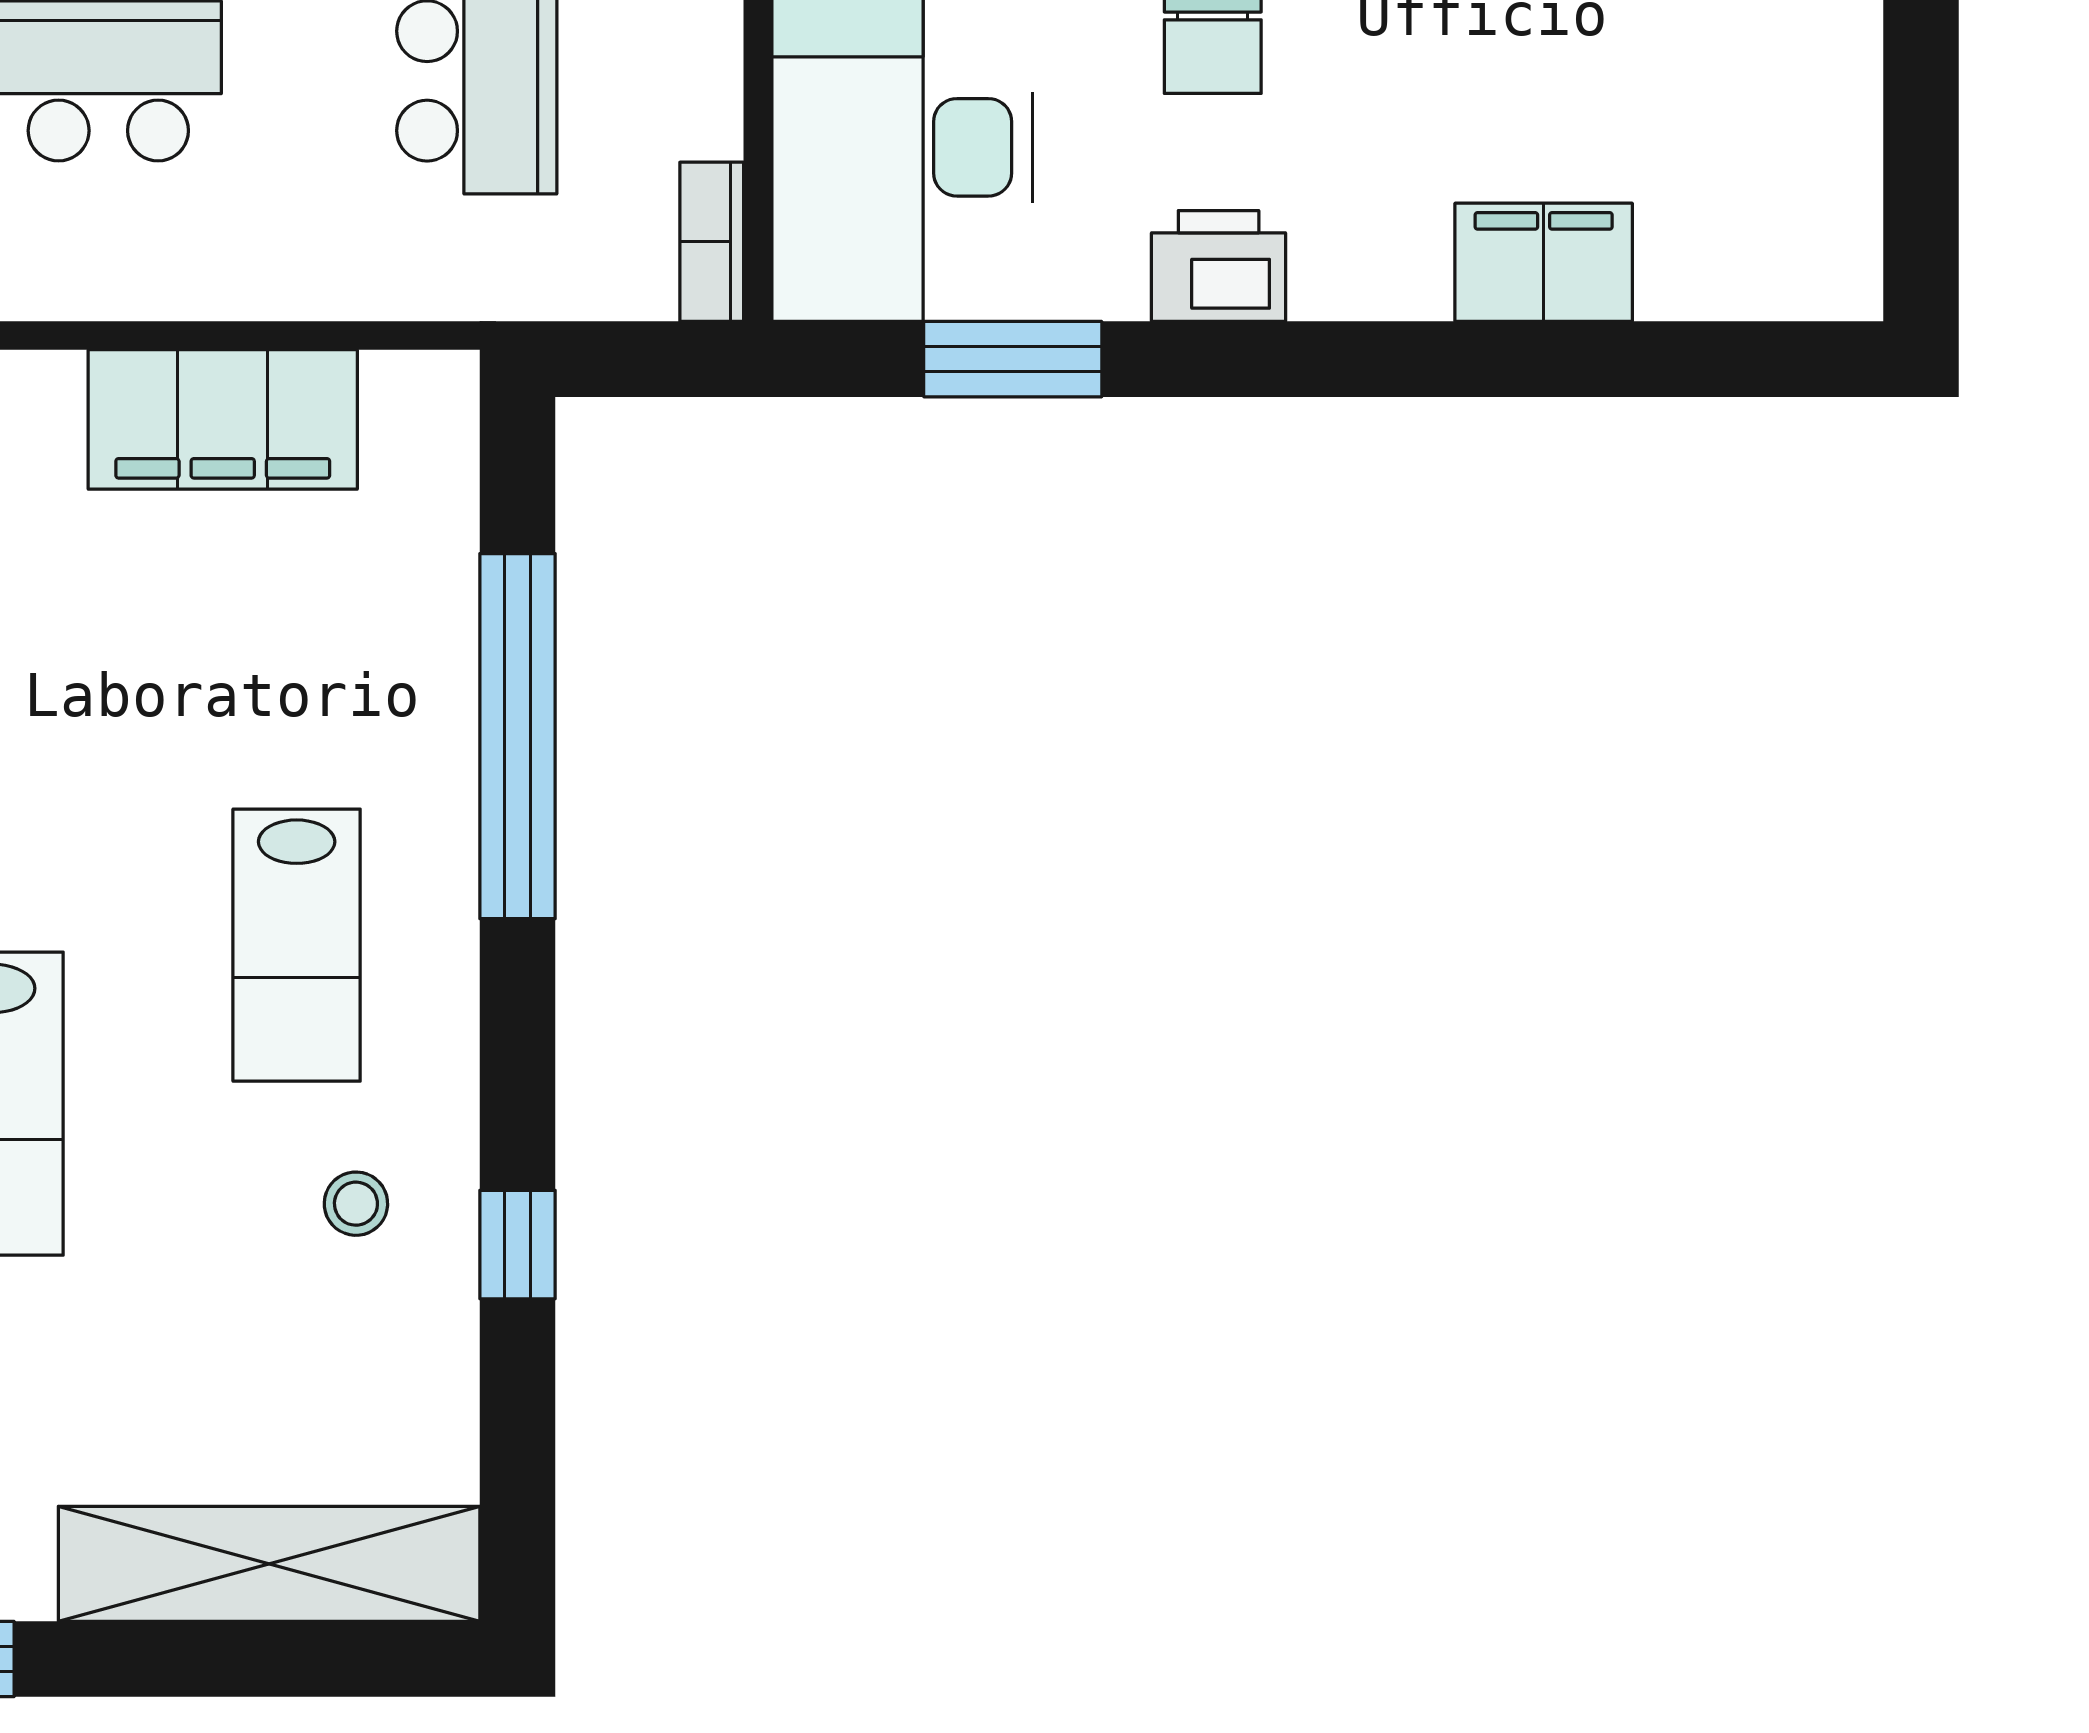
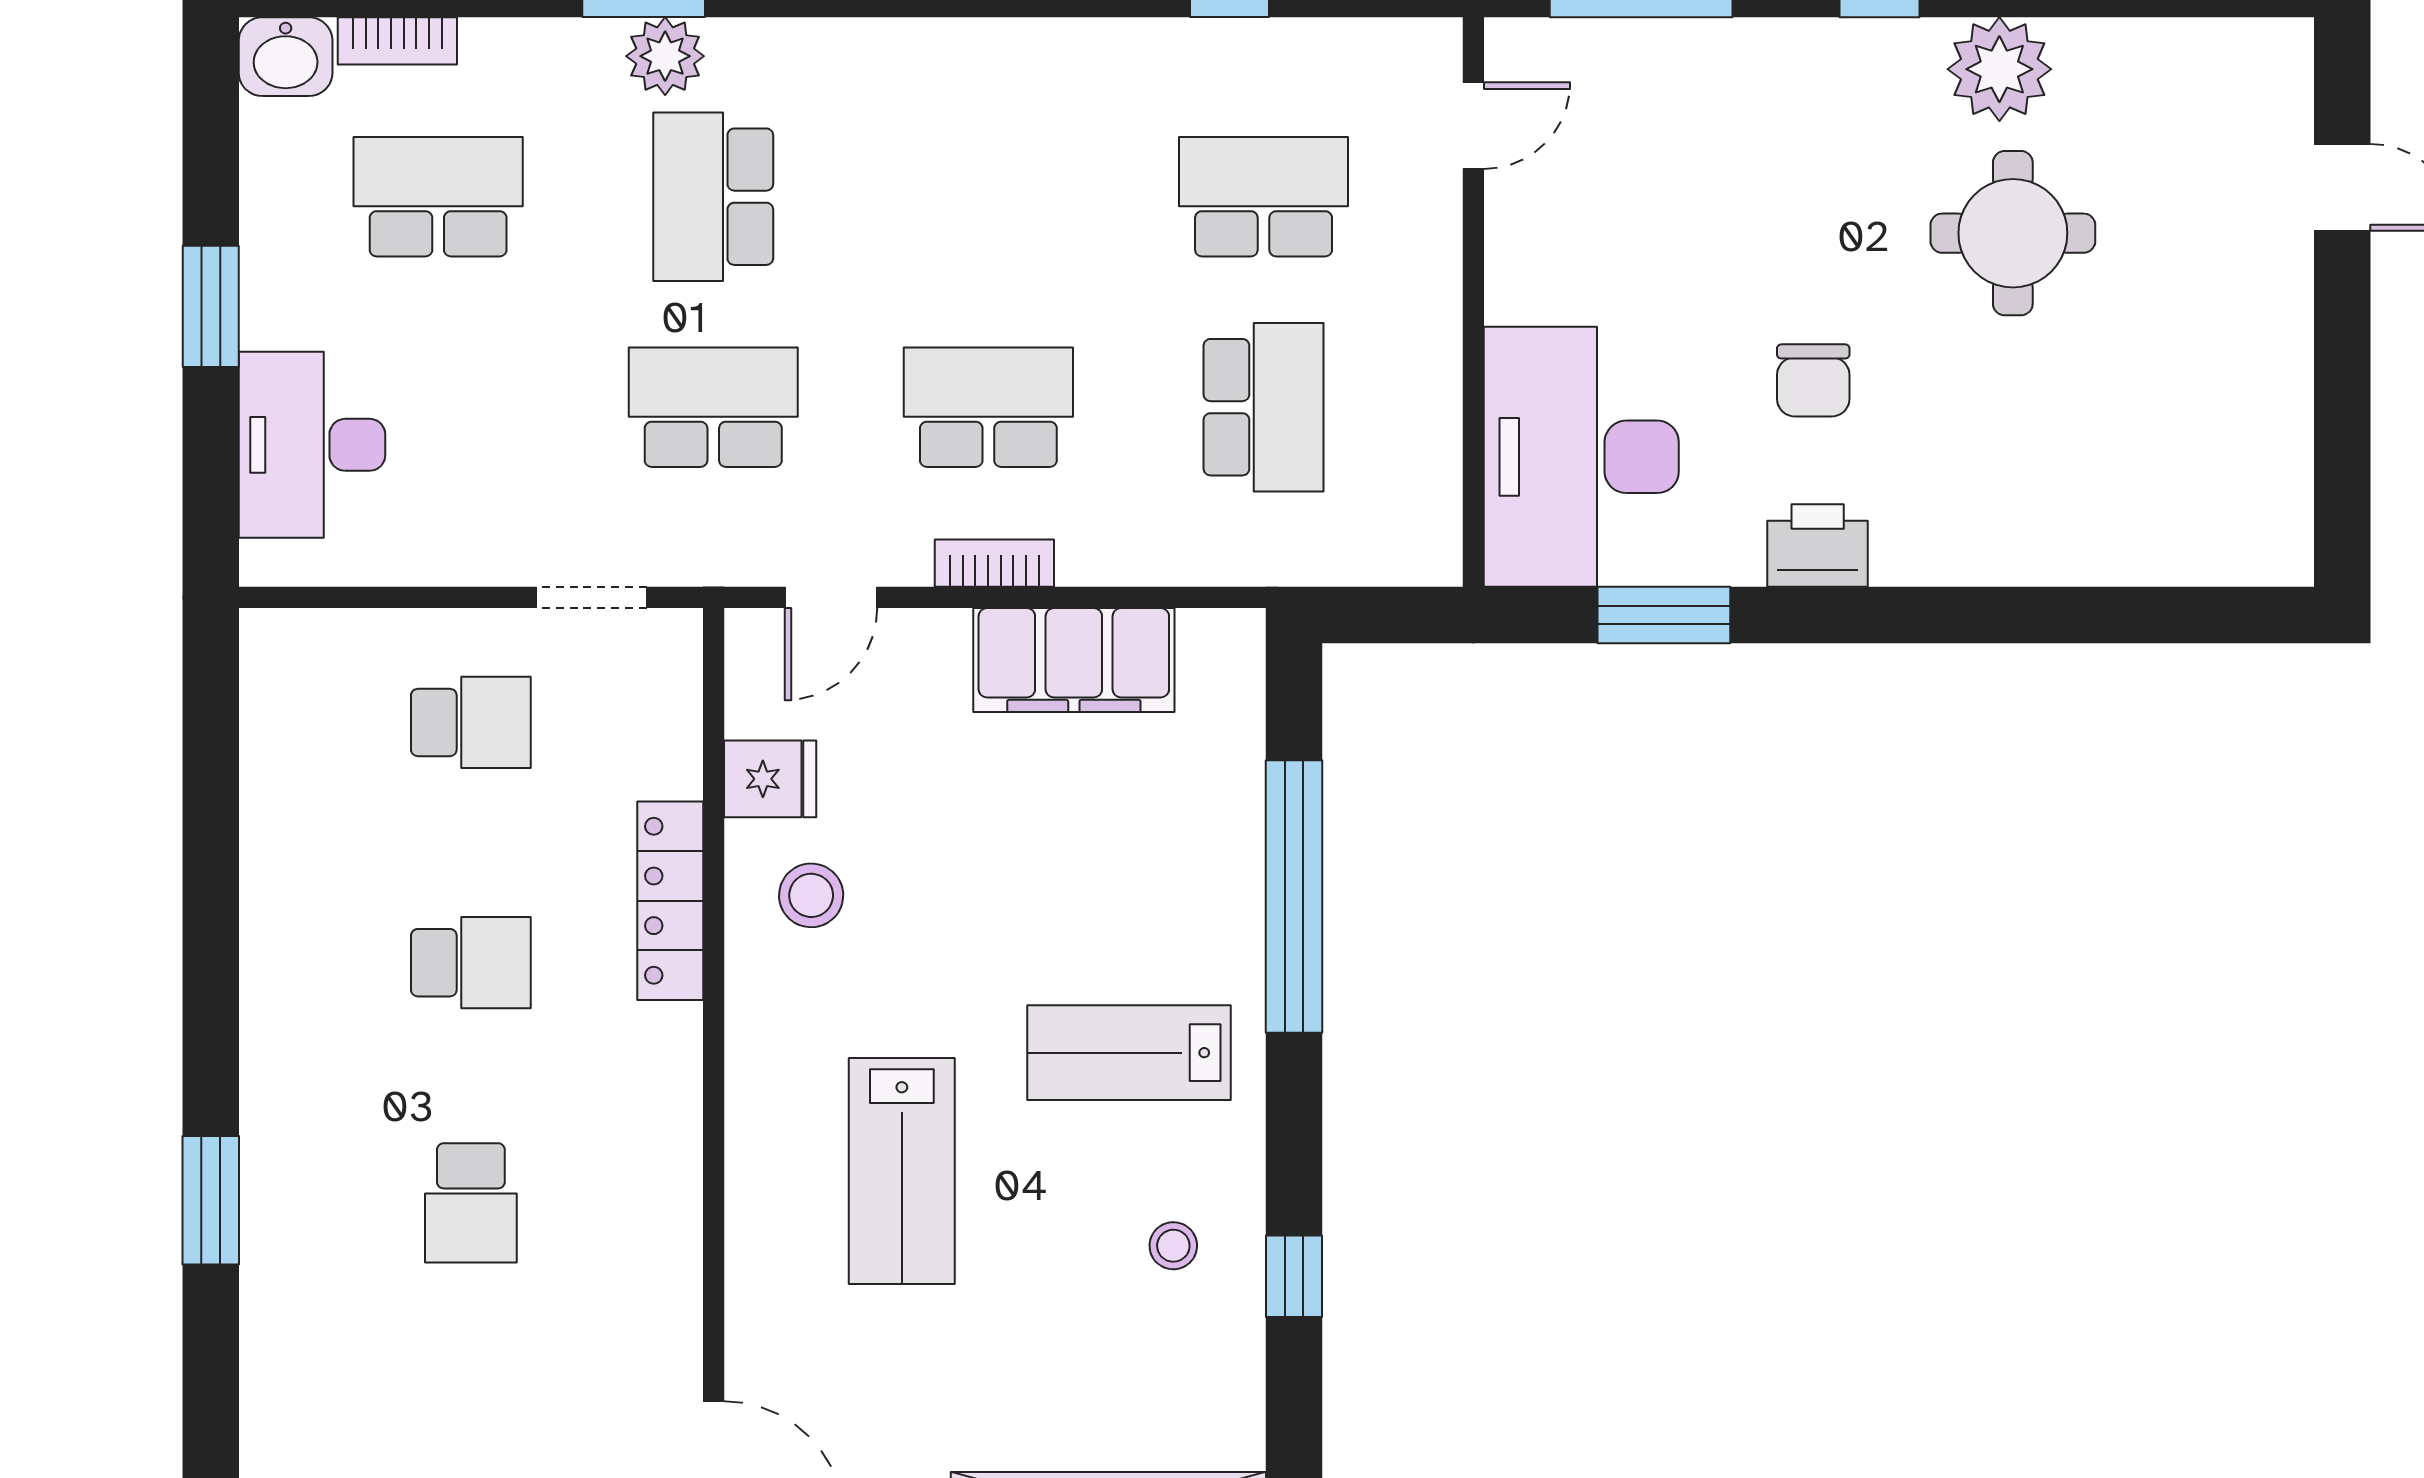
bookcase: (712, 242) -> (994, 563), moved, turned 90
filing cabinet: (1544, 262) -> (2060, 543), removed
lab bench: (297, 945) -> (1129, 1053), turned 90

